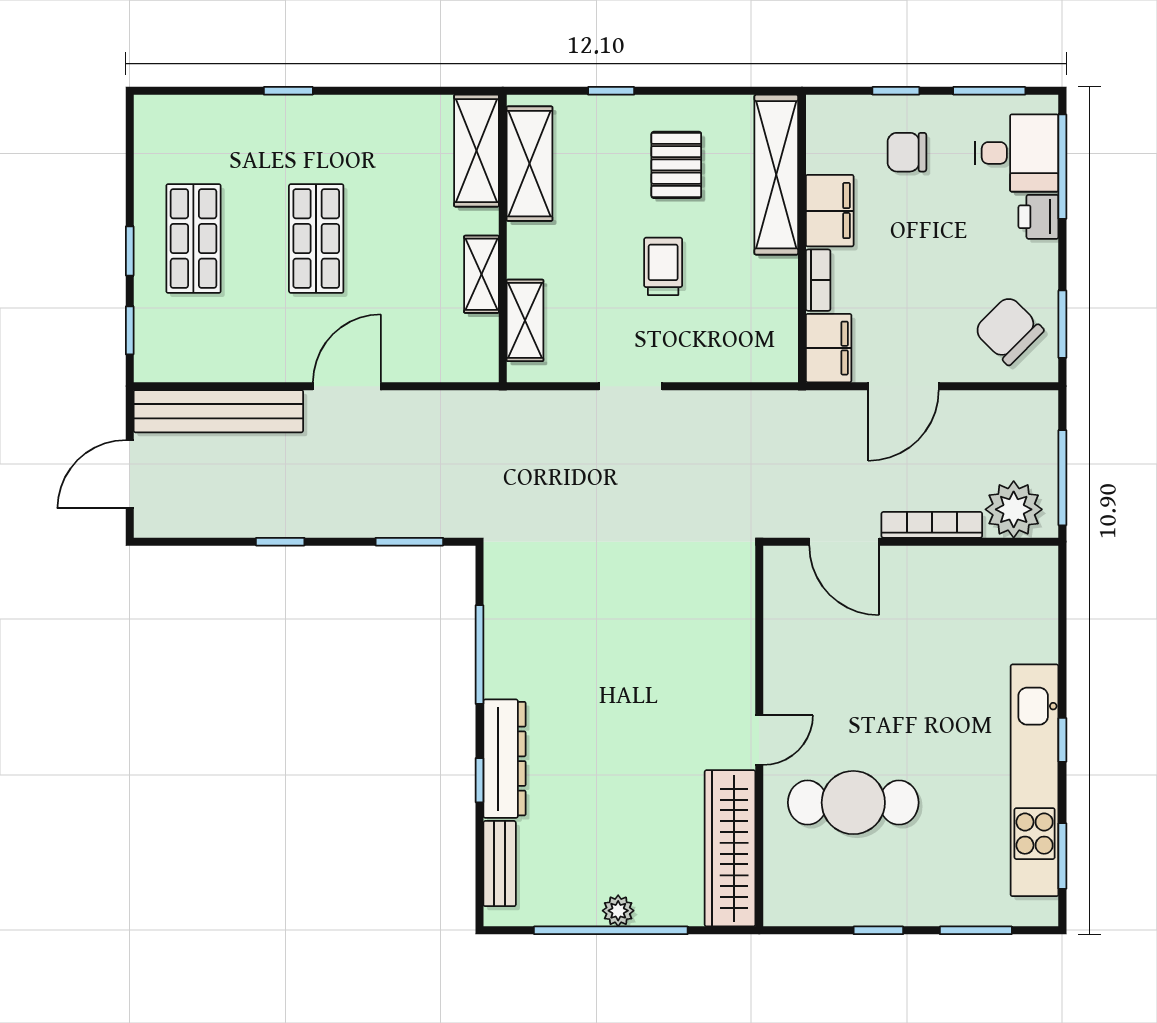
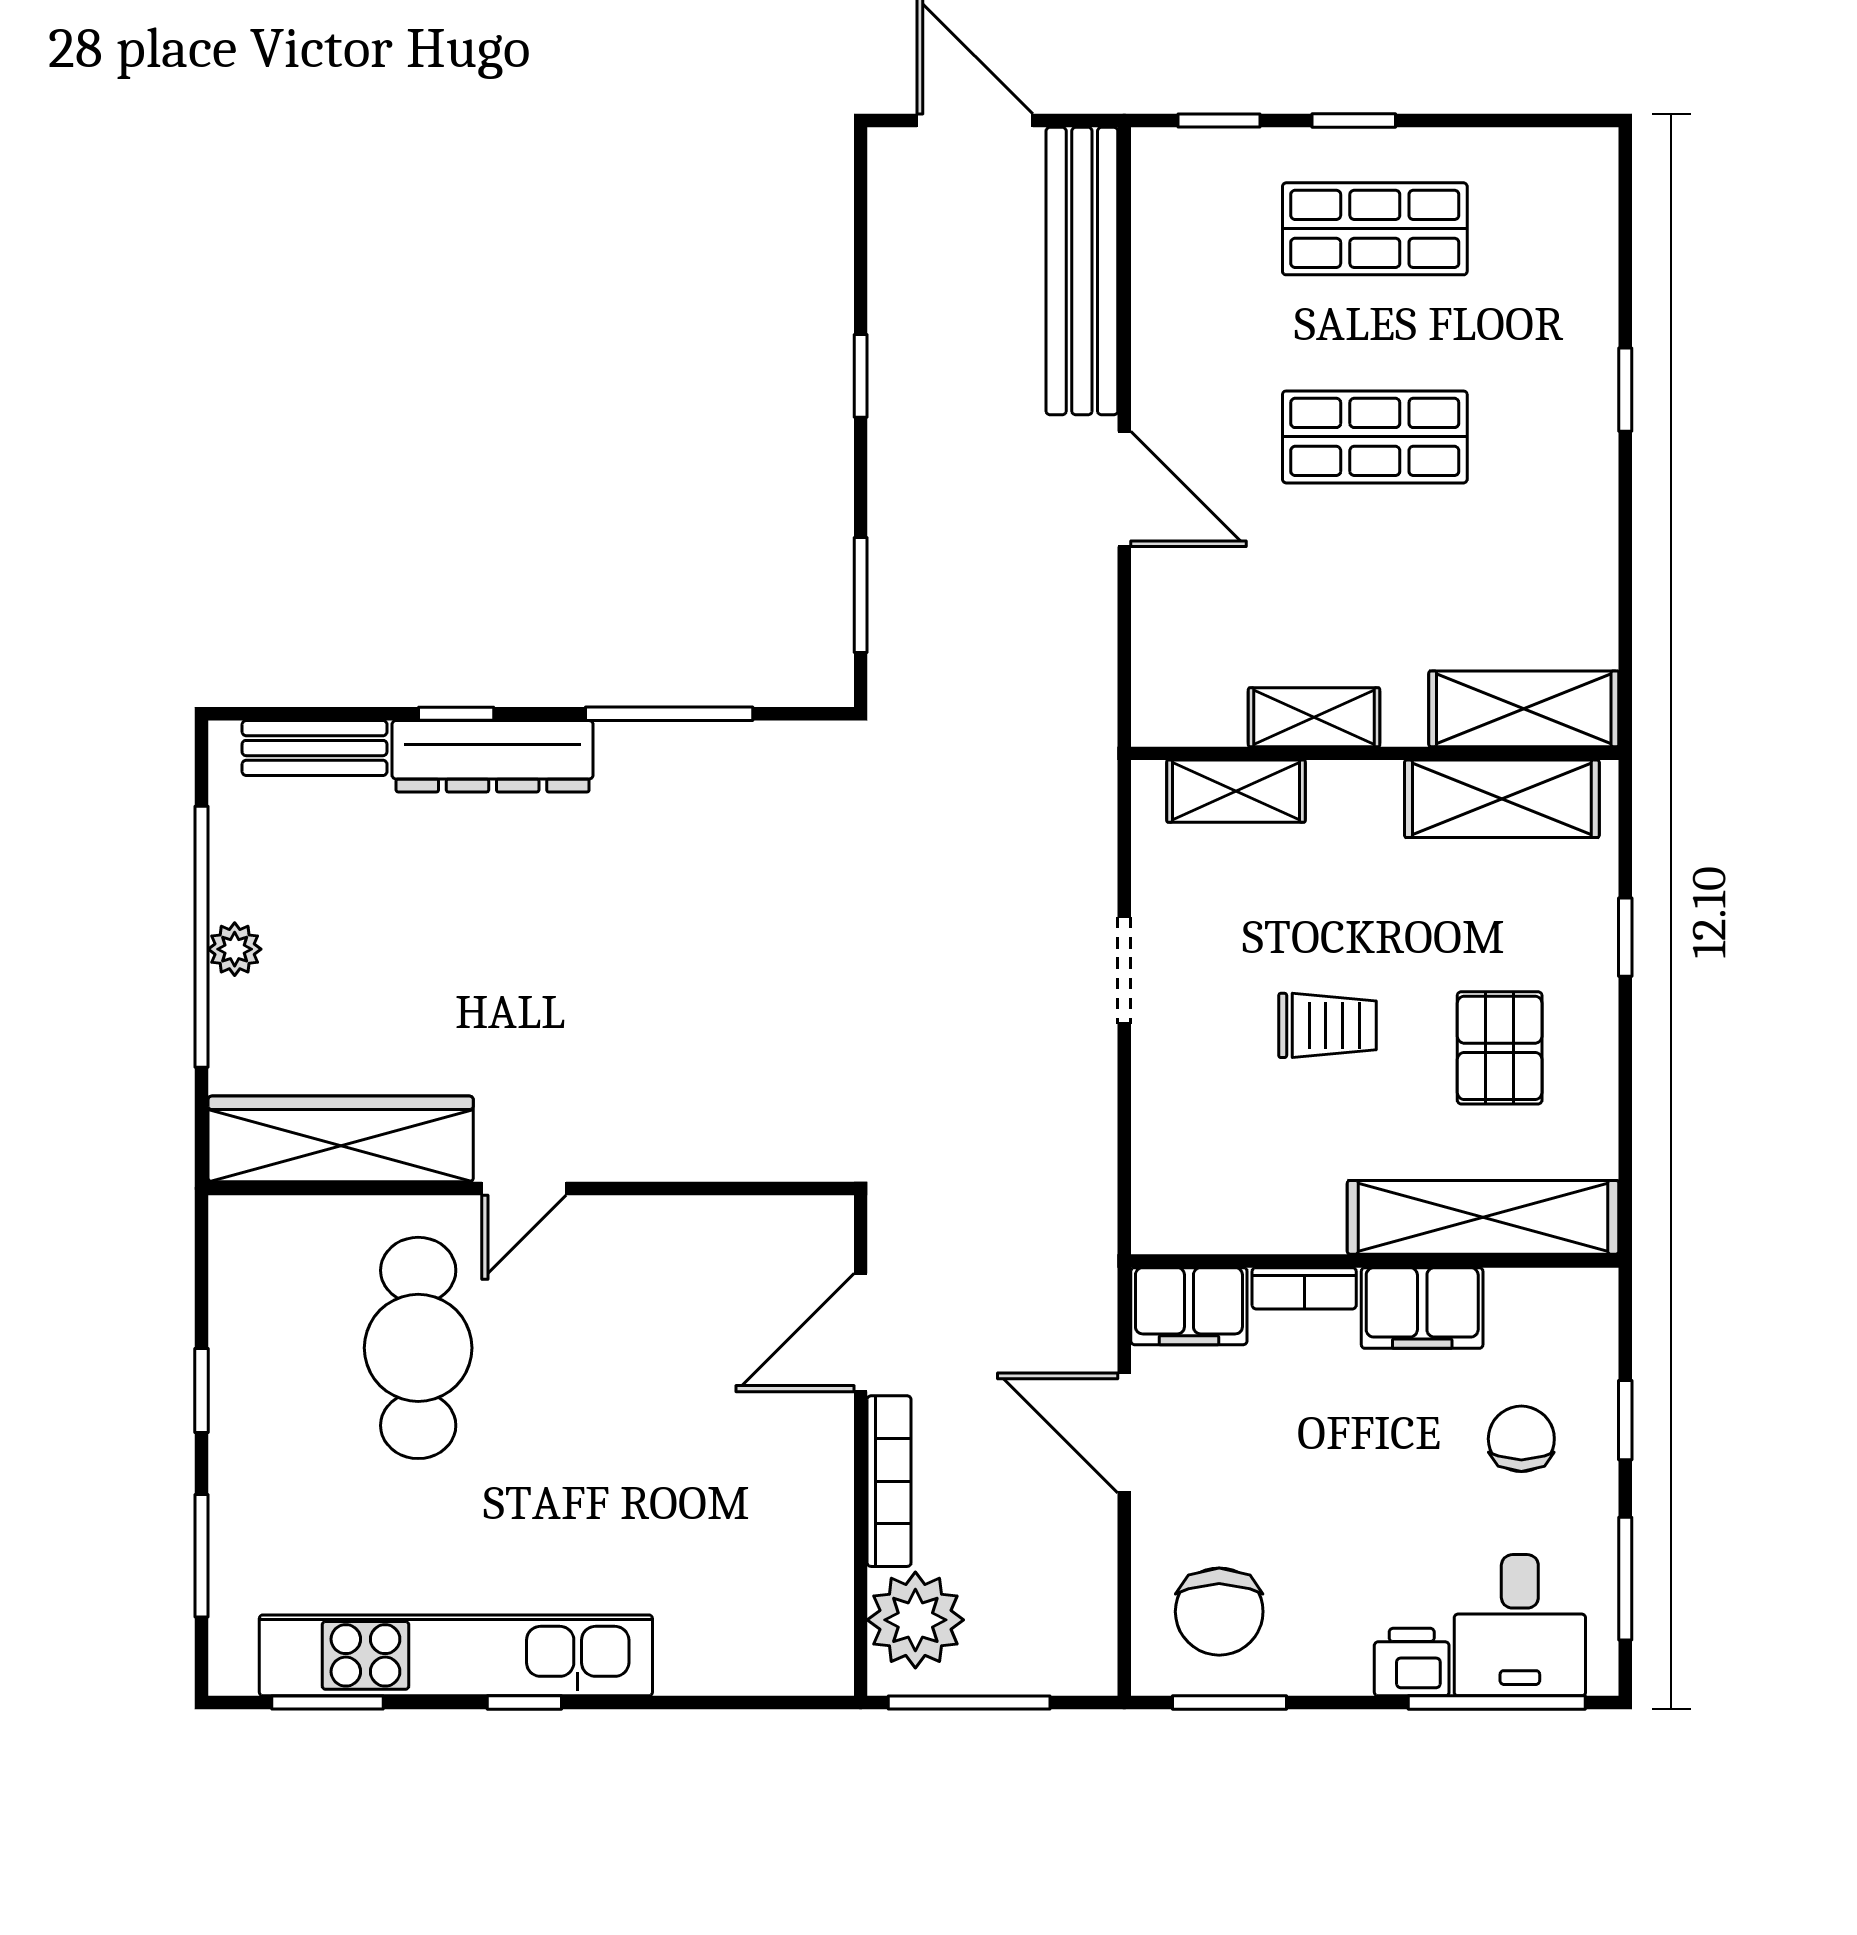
pallet: (676, 165) -> (1500, 1048), turned 90
chair: (1009, 330) -> (1219, 1612), turned 135
door: (759, 740) -> (524, 1188), hinge flipped

